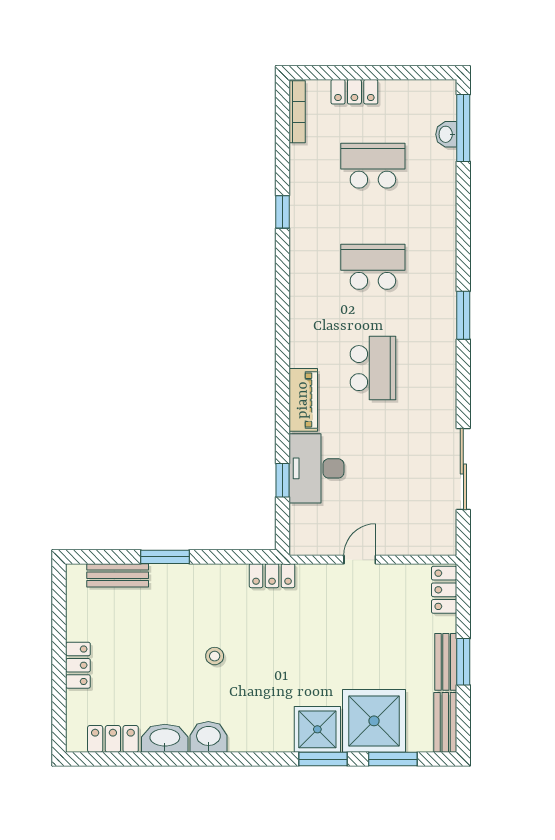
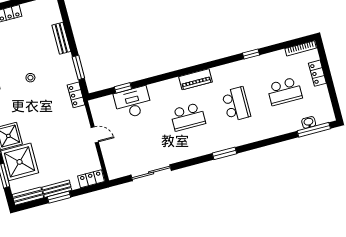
school desk: (373, 166) -> (284, 91), turned 90
piano: (303, 400) -> (195, 79), moved
window: (165, 557) -> (78, 67), moved
bench: (118, 575) -> (61, 38), moved

